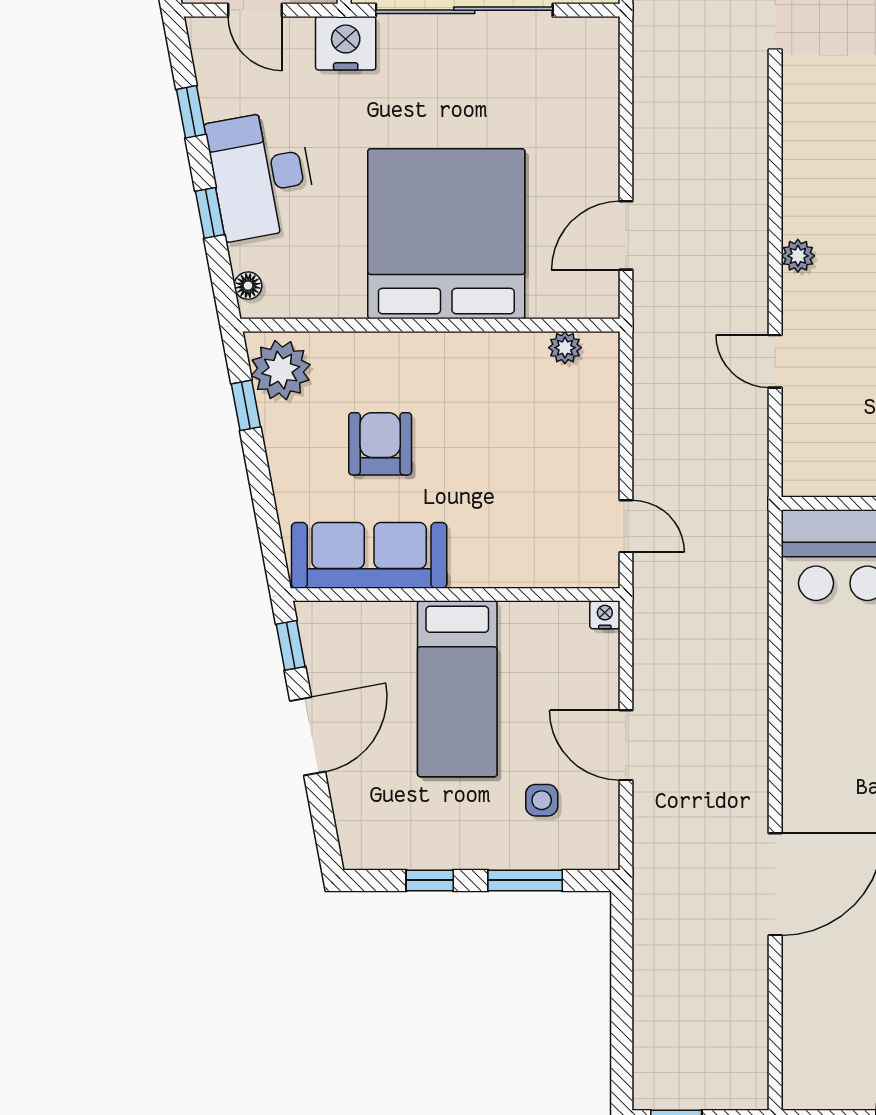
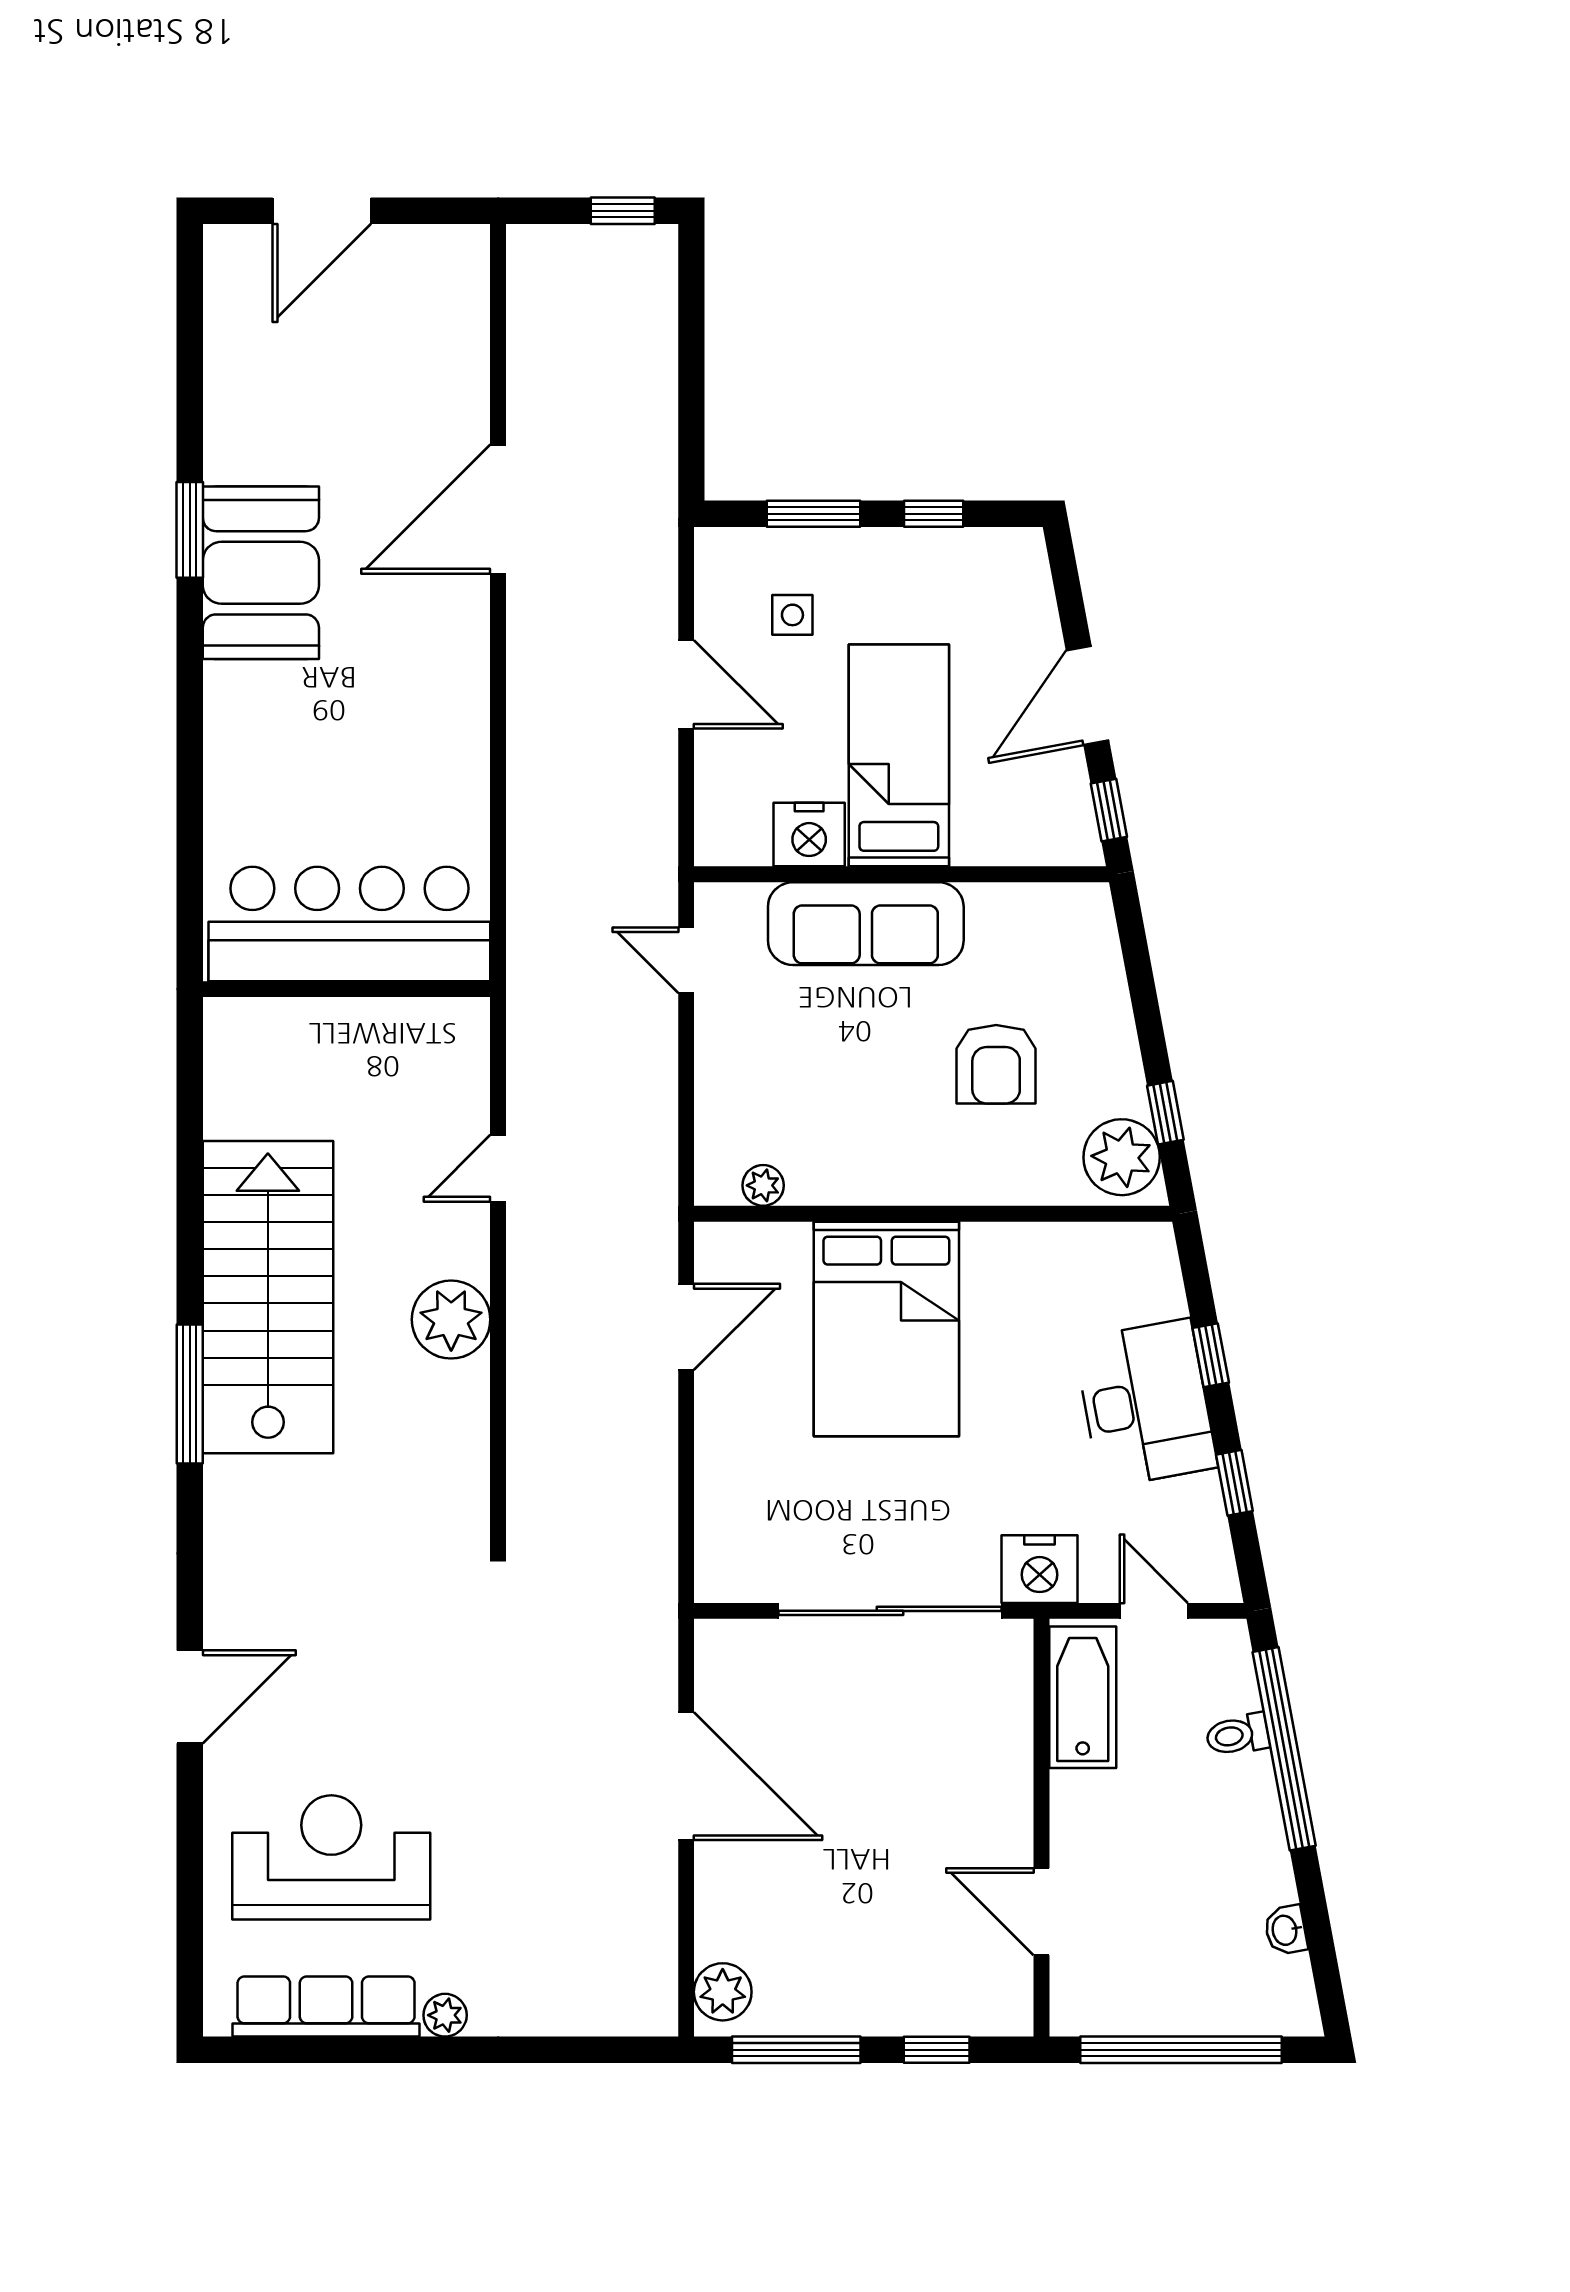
bed: (446, 234) -> (886, 1329), width x0.73
plant: (798, 256) -> (451, 1320), width x1.88, depth x1.88
floor lamp: (248, 286) -> (1163, 1264), removed
door: (775, 361) -> (498, 1168), swing flipped
sofa: (369, 555) -> (866, 924), moved
nightstand: (605, 615) -> (809, 834), moved, width x1.89, depth x1.79

